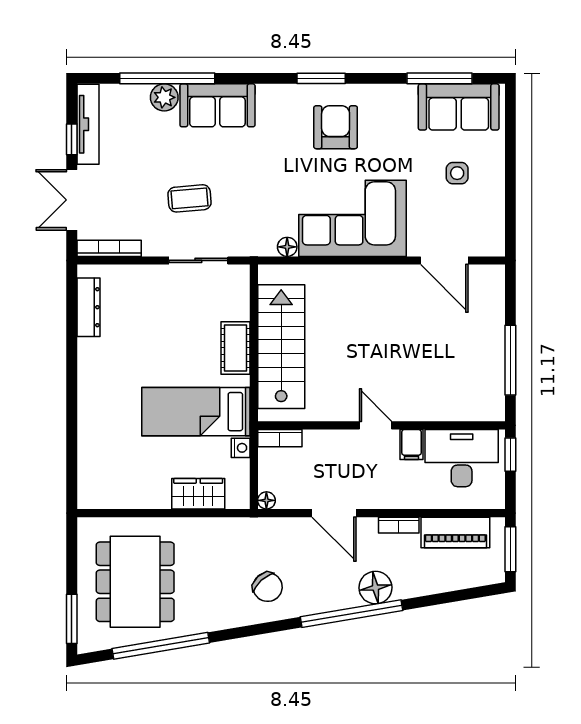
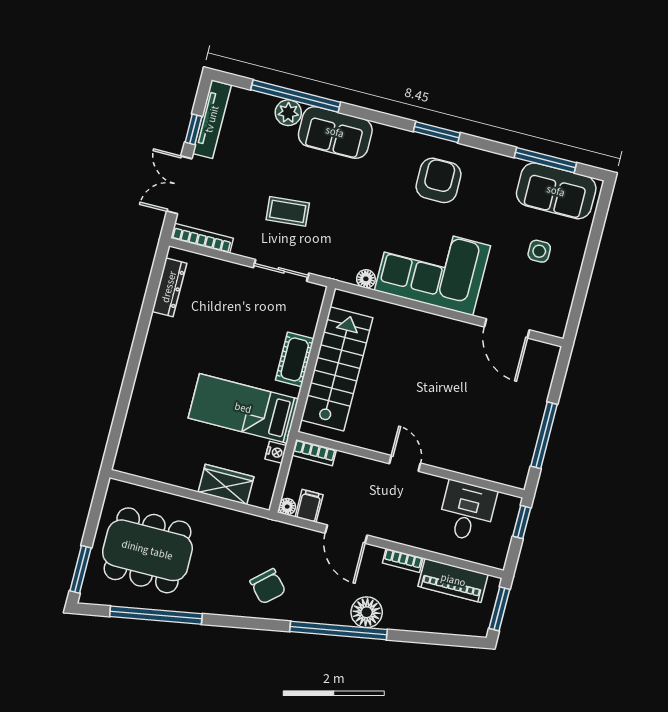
filing cabinet: (411, 445) -> (309, 506), moved, turned 180
desk: (462, 458) -> (467, 511), width x0.73
dining table: (135, 582) -> (147, 550), turned 90

